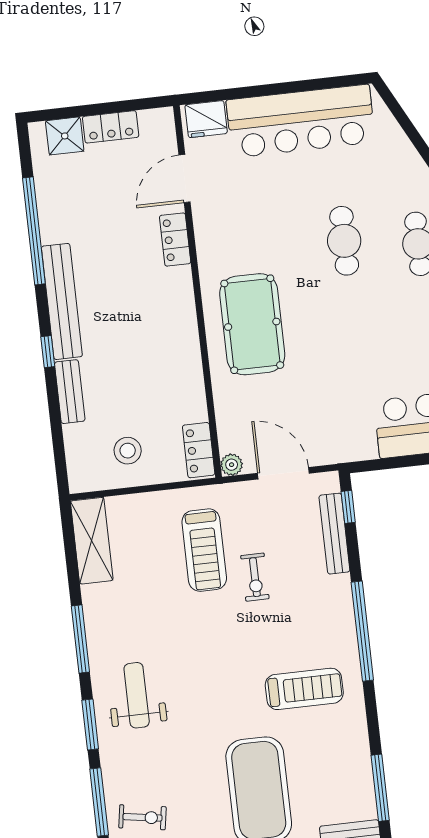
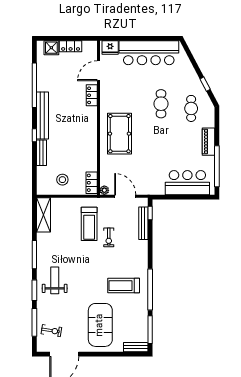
window: (362, 631) -> (150, 290), moved
treadmill: (304, 689) -> (124, 286), turned 180

